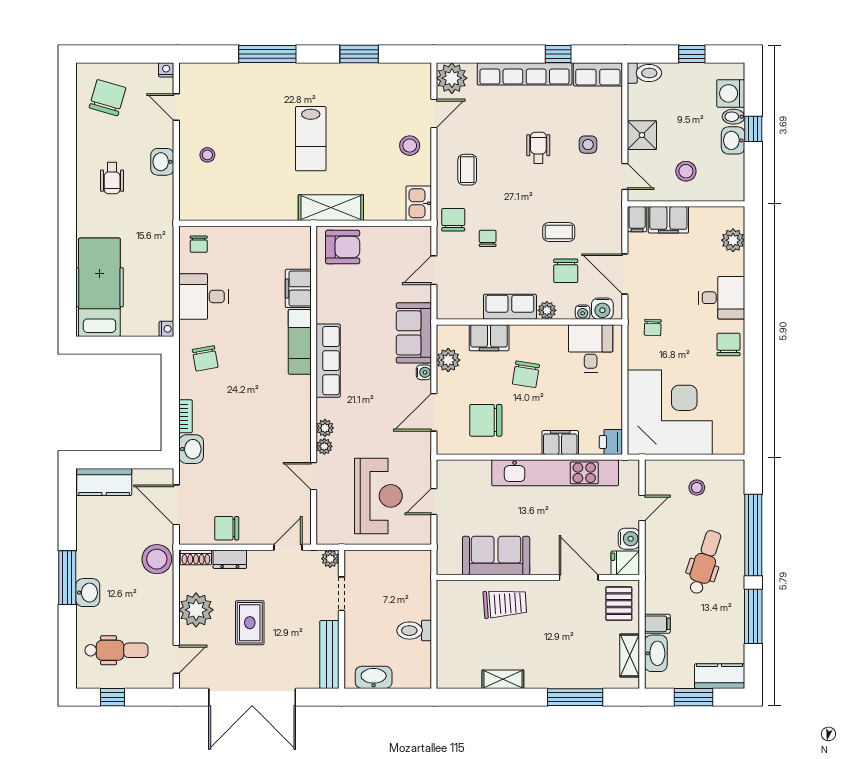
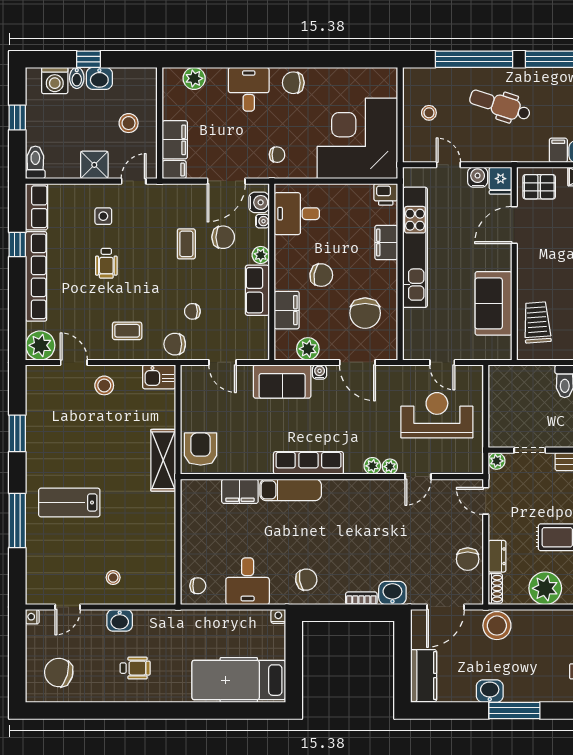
lab bench: (311, 139) -> (69, 502), moved, turned 180
wheelchair: (538, 148) -> (106, 263), turned -90
washbasin: (88, 593) -> (490, 691), moved
trolley: (505, 604) -> (537, 322), moved

